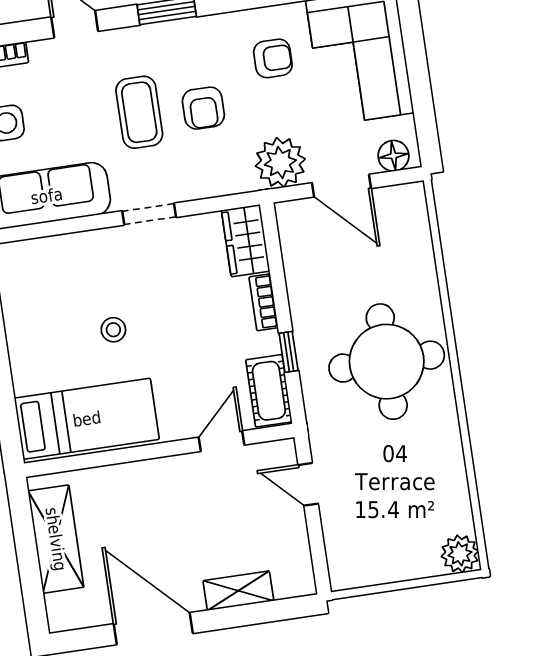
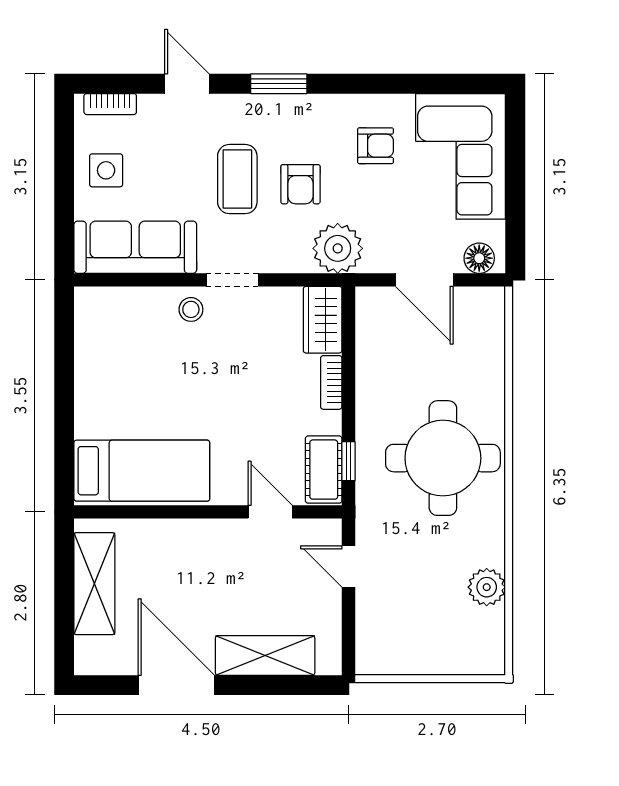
plant: (280, 162) -> (338, 248), moved
stool: (113, 330) -> (191, 309), moved
window: (289, 352) -> (349, 461), moved
door: (222, 441) -> (270, 512), hinge flipped
plant: (460, 554) -> (487, 587), moved
shelving: (238, 591) -> (265, 655), width x1.50, depth x1.33

